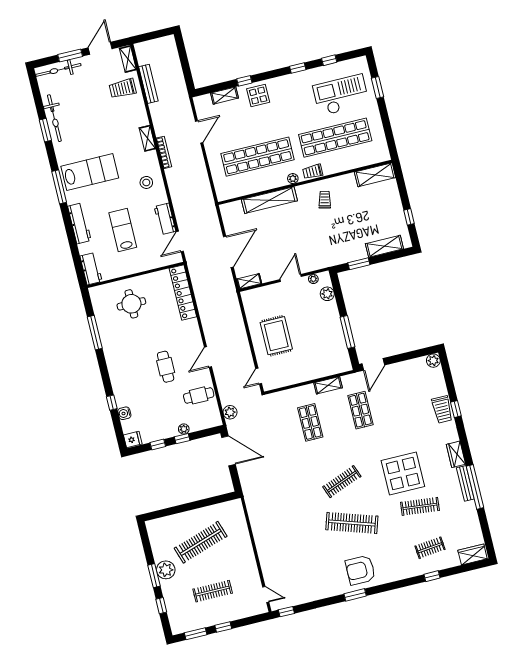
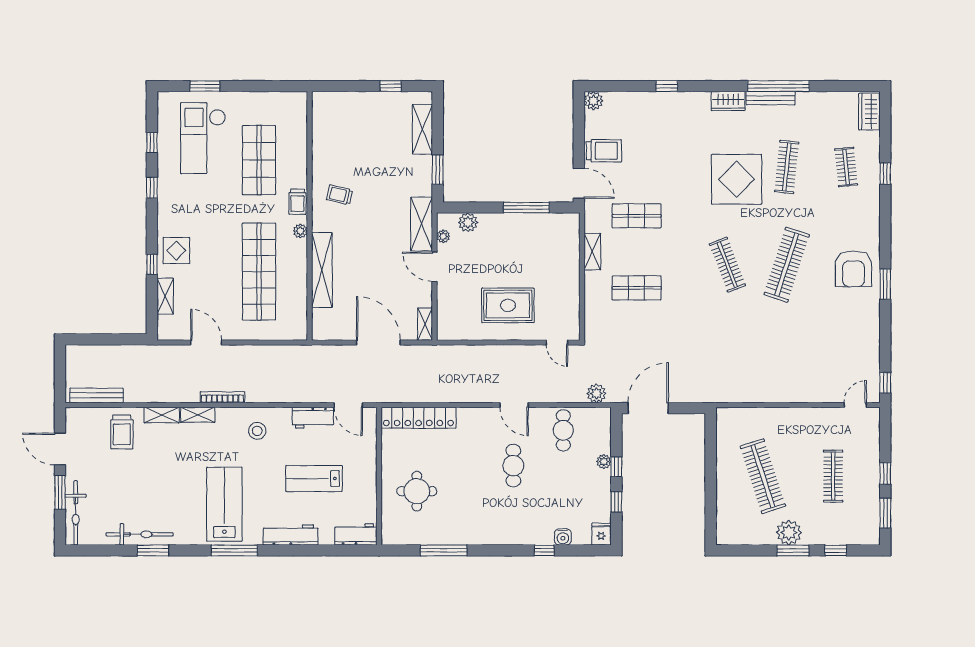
shelving: (128, 59) -> (162, 415), moved
bench: (148, 84) -> (97, 395), moved
shop shelf: (335, 138) -> (259, 160), width x0.71
shelving: (375, 175) -> (422, 224), moved
cafe table: (166, 367) -> (513, 466), turned 90
trolley: (442, 409) -> (604, 151), moved

